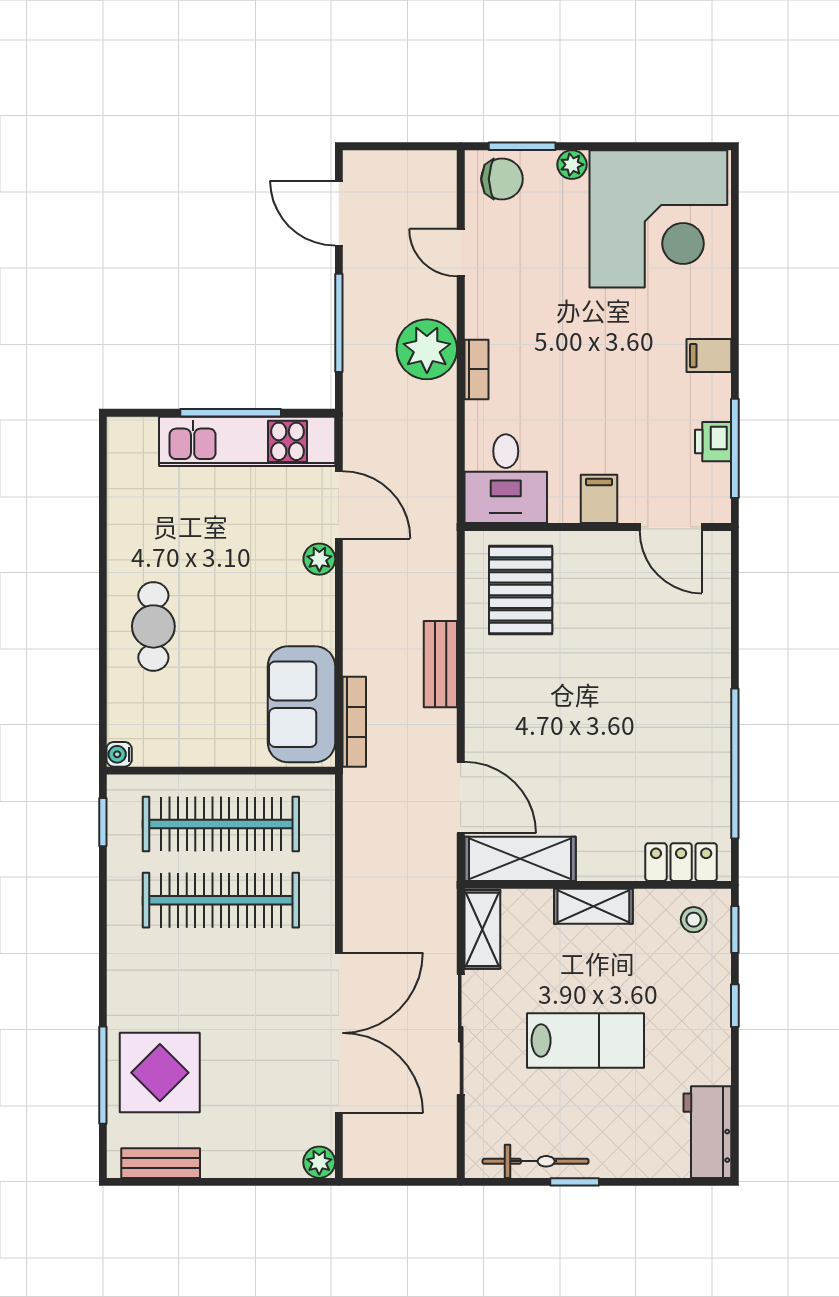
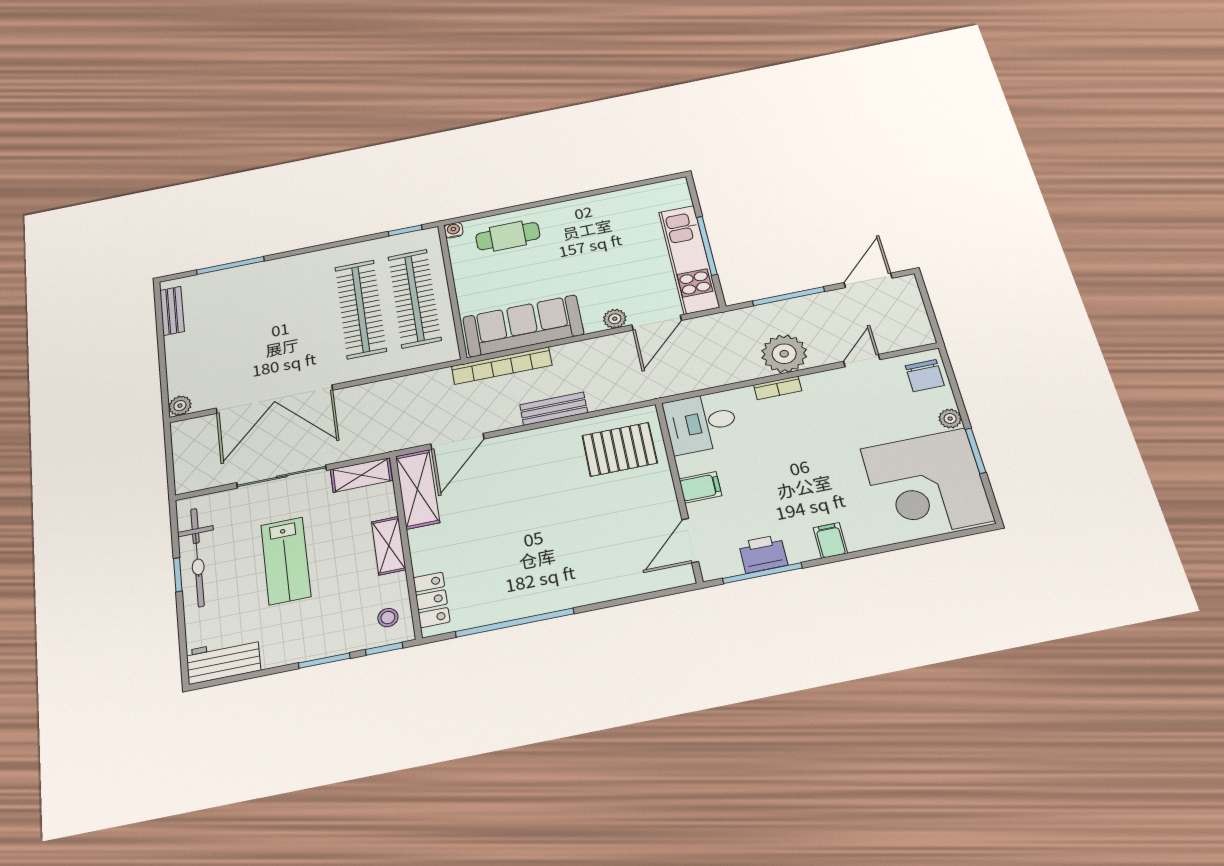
window: (522, 146) -> (976, 451), moved
printer: (713, 442) -> (763, 554), width x1.36, depth x1.24
cafe table: (153, 626) -> (508, 236), moved
sofa: (301, 704) -> (523, 326), width x1.36
bookcase: (354, 722) -> (502, 366), width x1.48, depth x1.31
window: (735, 1006) -> (324, 661), width x1.50
display table: (160, 1073) -> (235, 298), removed
bicycle: (536, 1161) -> (197, 557), width x1.37, depth x1.40

